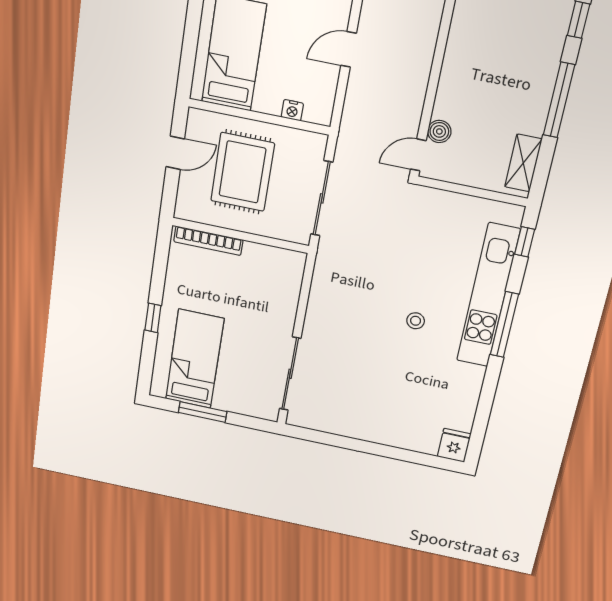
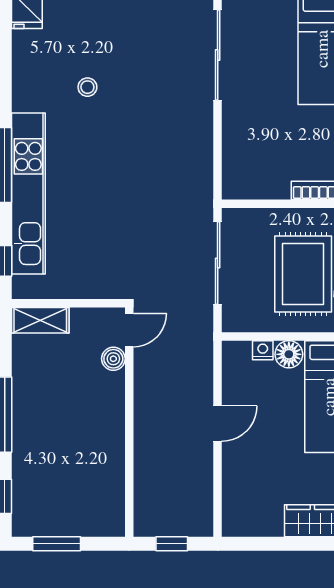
floor lamp: (268, 101) -> (289, 354), added
shelving: (523, 163) -> (40, 320), moved, turned 90
stool: (416, 321) -> (87, 87), moved

